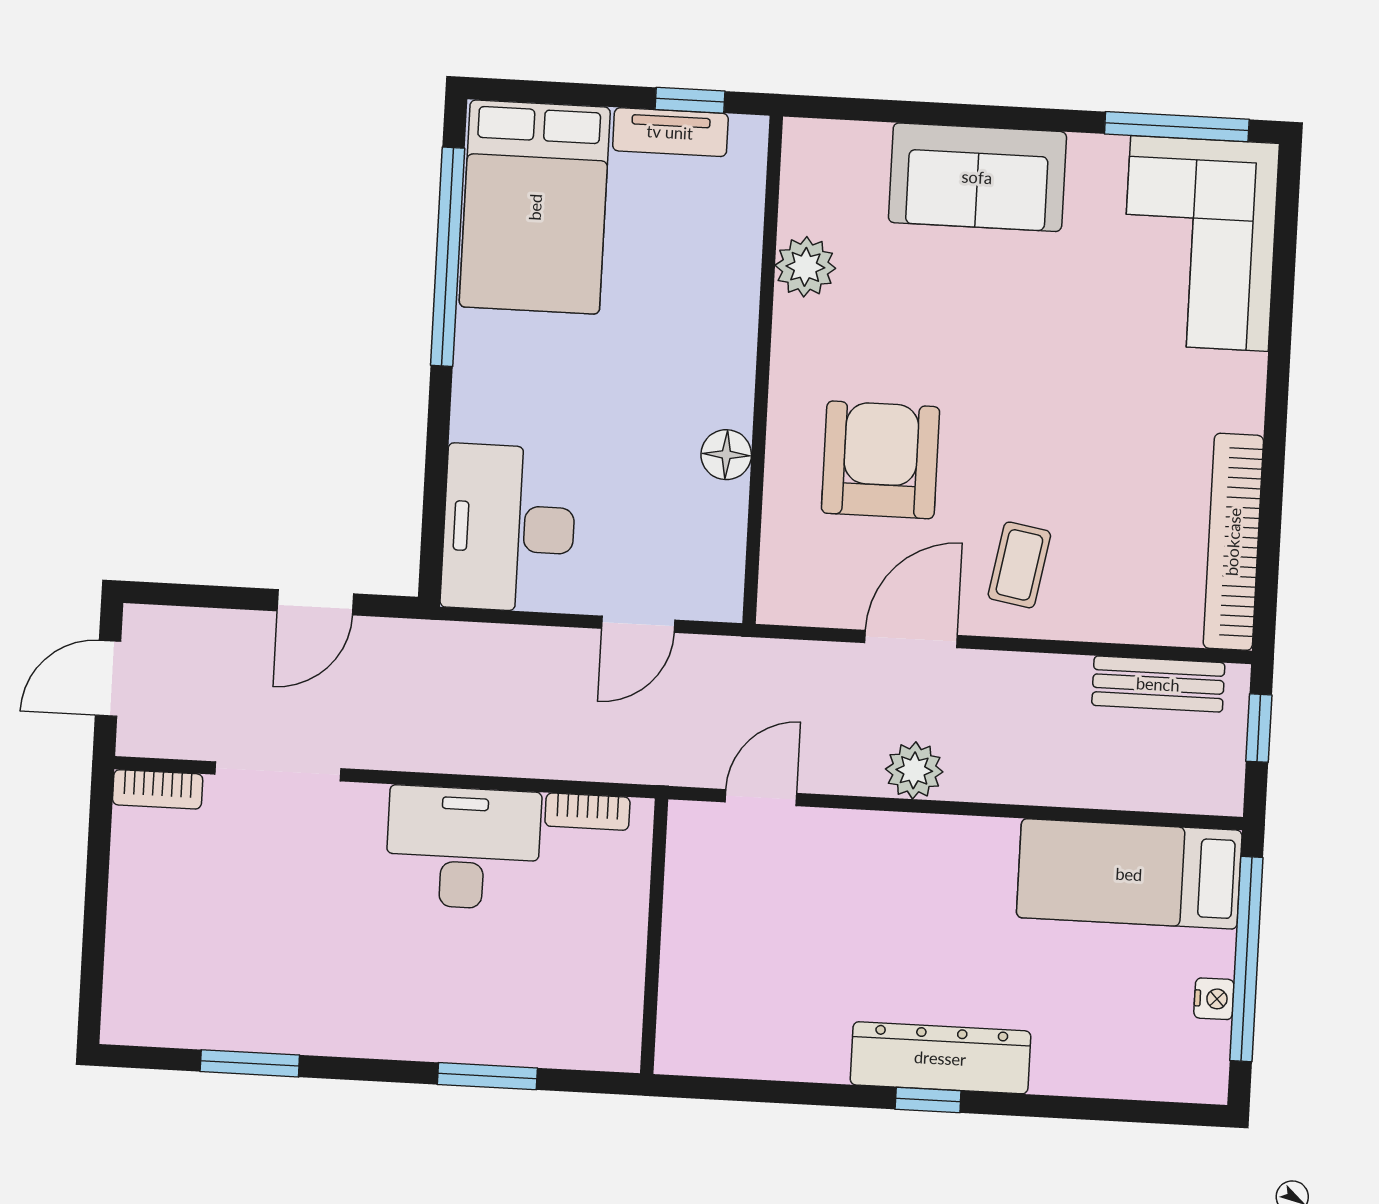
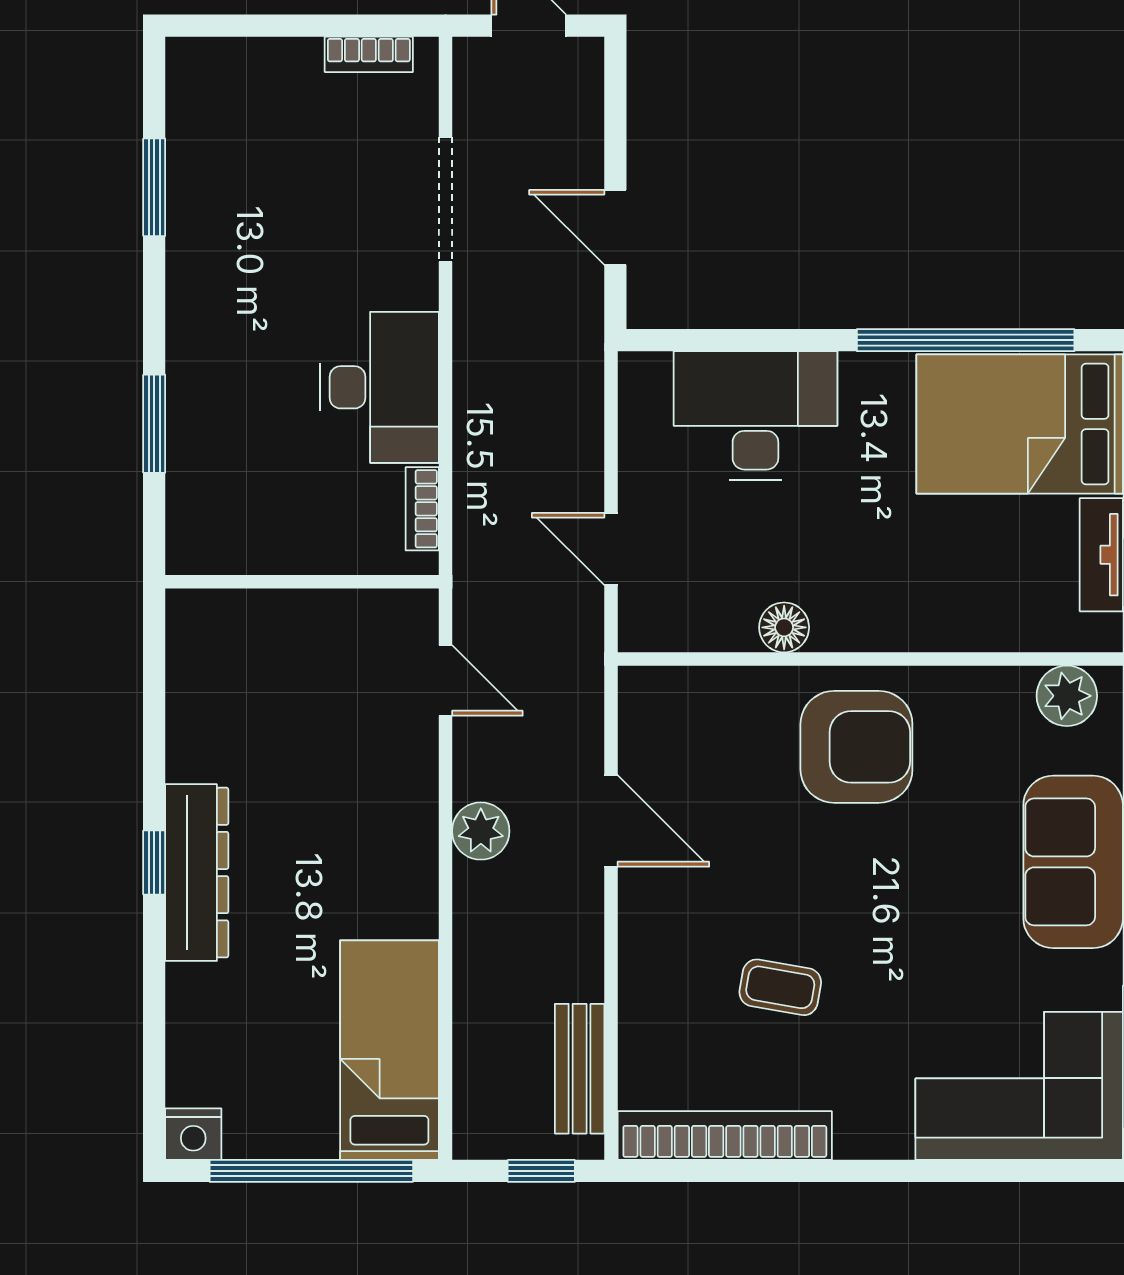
plant: (805, 267) -> (1067, 696), moved
armchair: (881, 460) -> (856, 747), moved
desk: (509, 528) -> (755, 415), moved
coffee table: (1019, 565) -> (780, 987), moved
bookcase: (158, 789) -> (369, 54), moved, turned -90
nightstand: (1214, 999) -> (193, 1134), moved, width x1.39, depth x1.35

